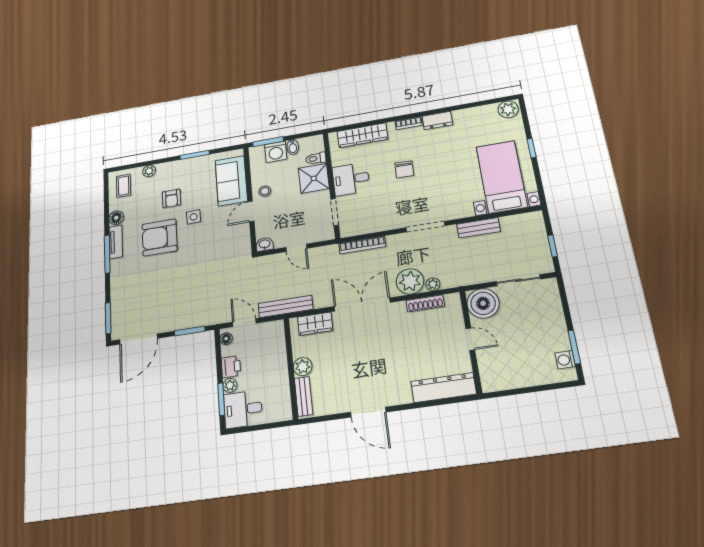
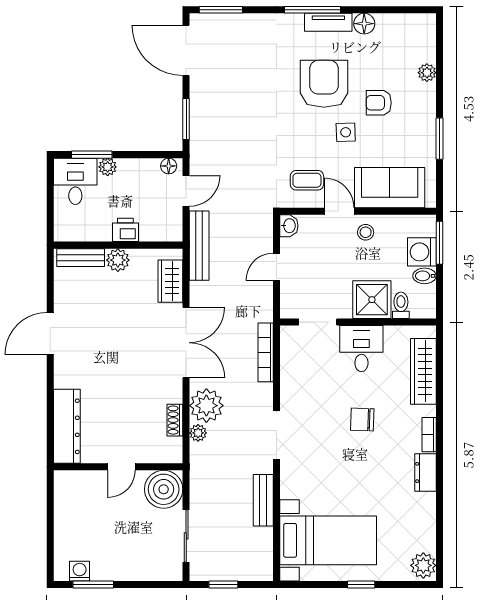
coffee table: (124, 186) -> (307, 180), moved
shoe rack: (425, 303) -> (175, 420), width x0.70
printer: (231, 367) -> (125, 230), moved, turned 180

